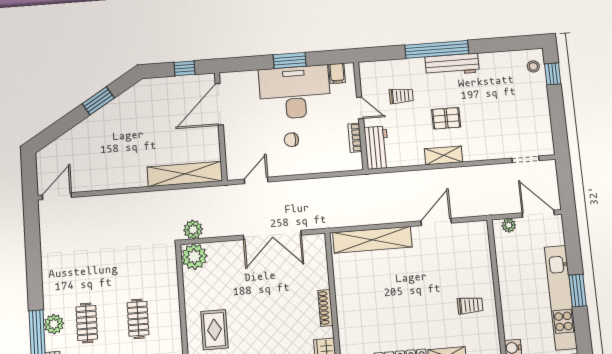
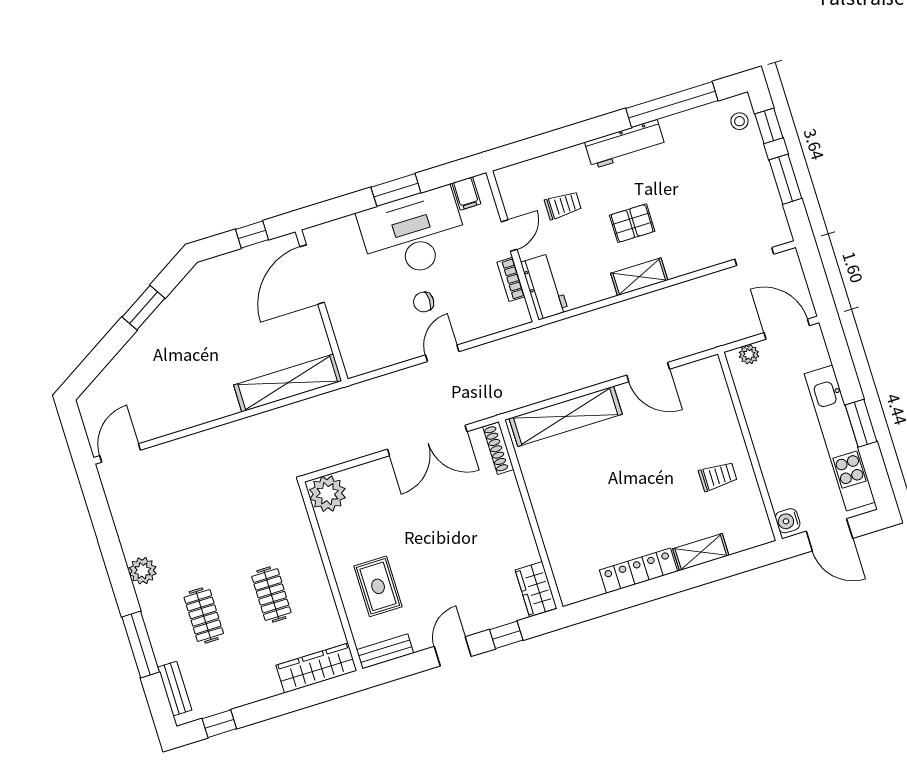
window: (437, 49) -> (672, 105), moved
door: (360, 108) -> (509, 236), hinge flipped
window: (557, 112) -> (785, 179), added
door: (256, 180) -> (442, 353), moved
door: (436, 222) -> (648, 372), swing flipped
plant: (193, 230) -> (317, 457), removed
shoe rack: (325, 308) -> (498, 448), moved
plant: (54, 324) -> (143, 571), moved

